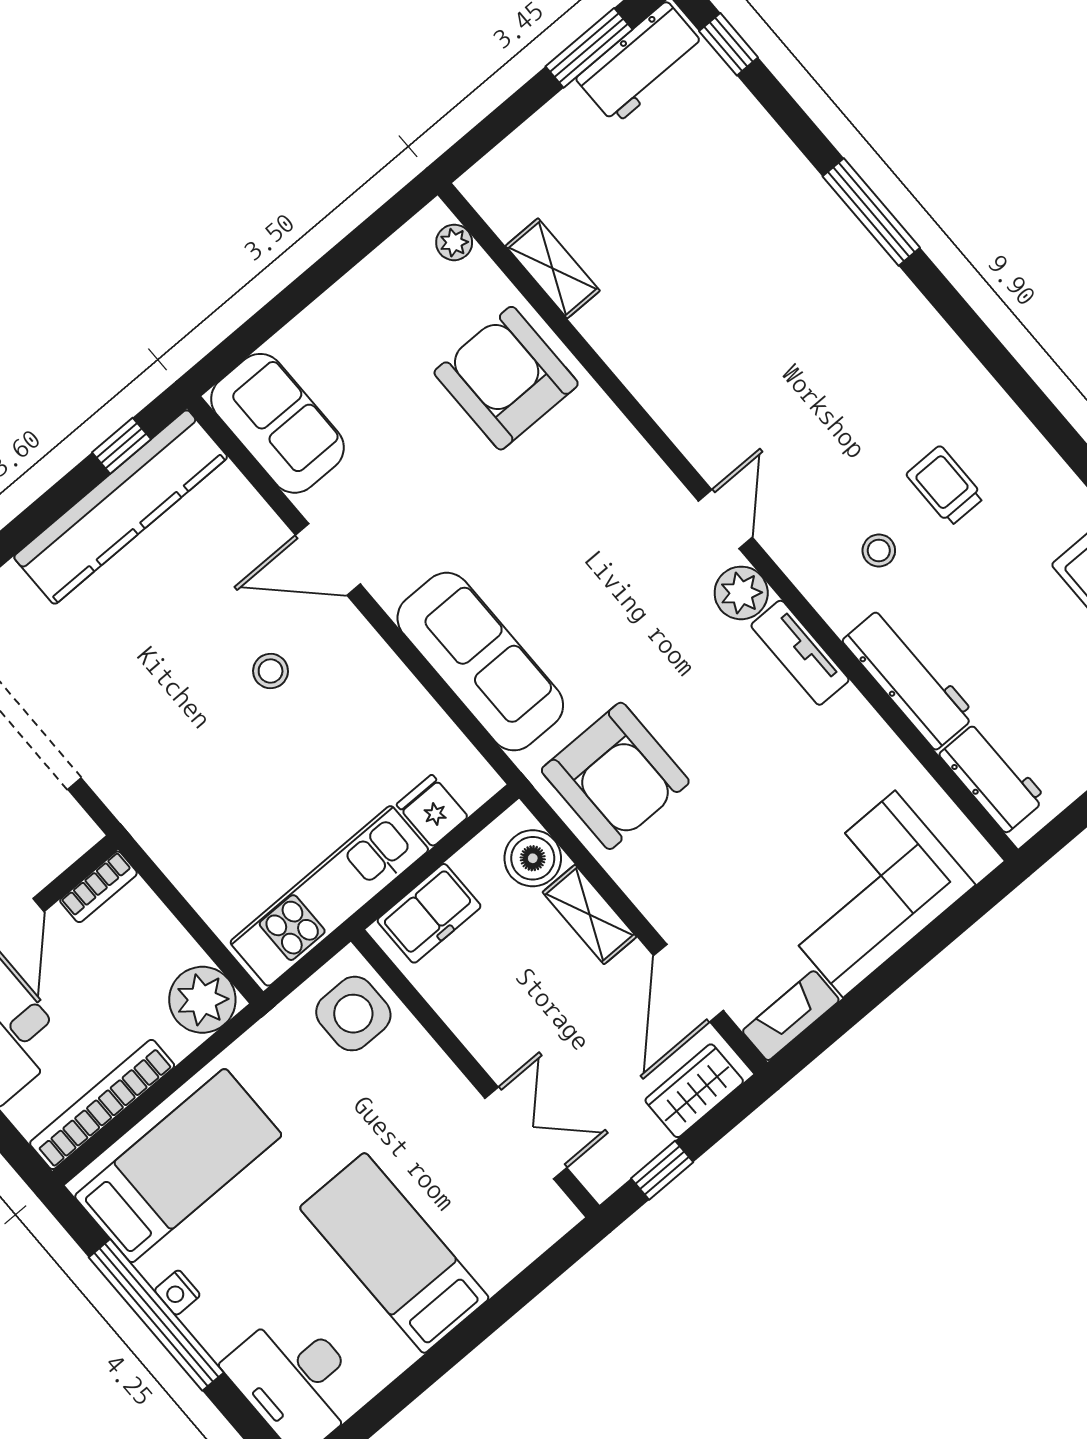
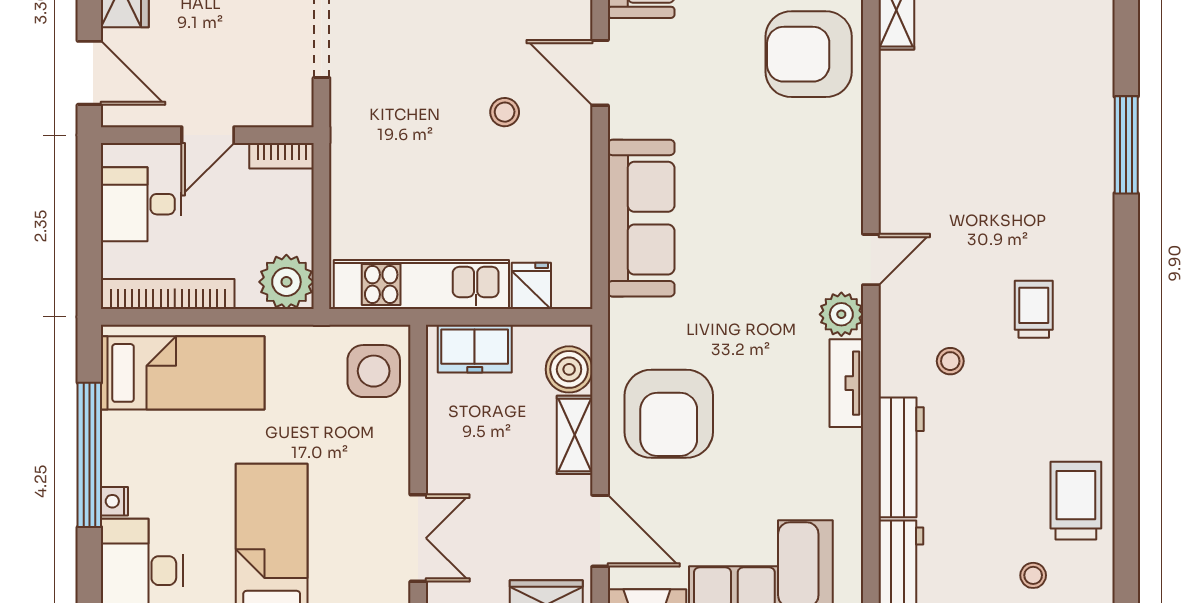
armchair: (506, 378) -> (809, 54), turned -90
trolley: (945, 486) -> (1034, 309), moved
armchair: (615, 776) -> (669, 414), moved
door: (688, 983) -> (600, 531), swing flipped
nightstand: (177, 1293) -> (114, 501), moved

